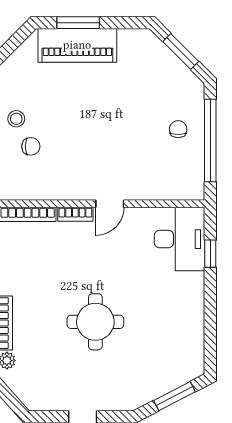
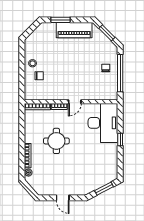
piano: (77, 45) -> (74, 30), moved
desk: (179, 239) -> (103, 123), width x1.36, depth x1.30
window: (210, 254) -> (120, 139), moved
round table: (95, 322) -> (56, 141), moved

